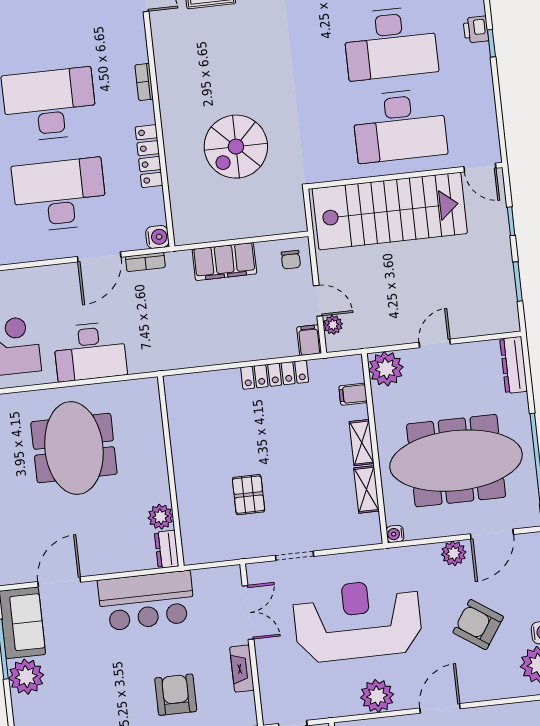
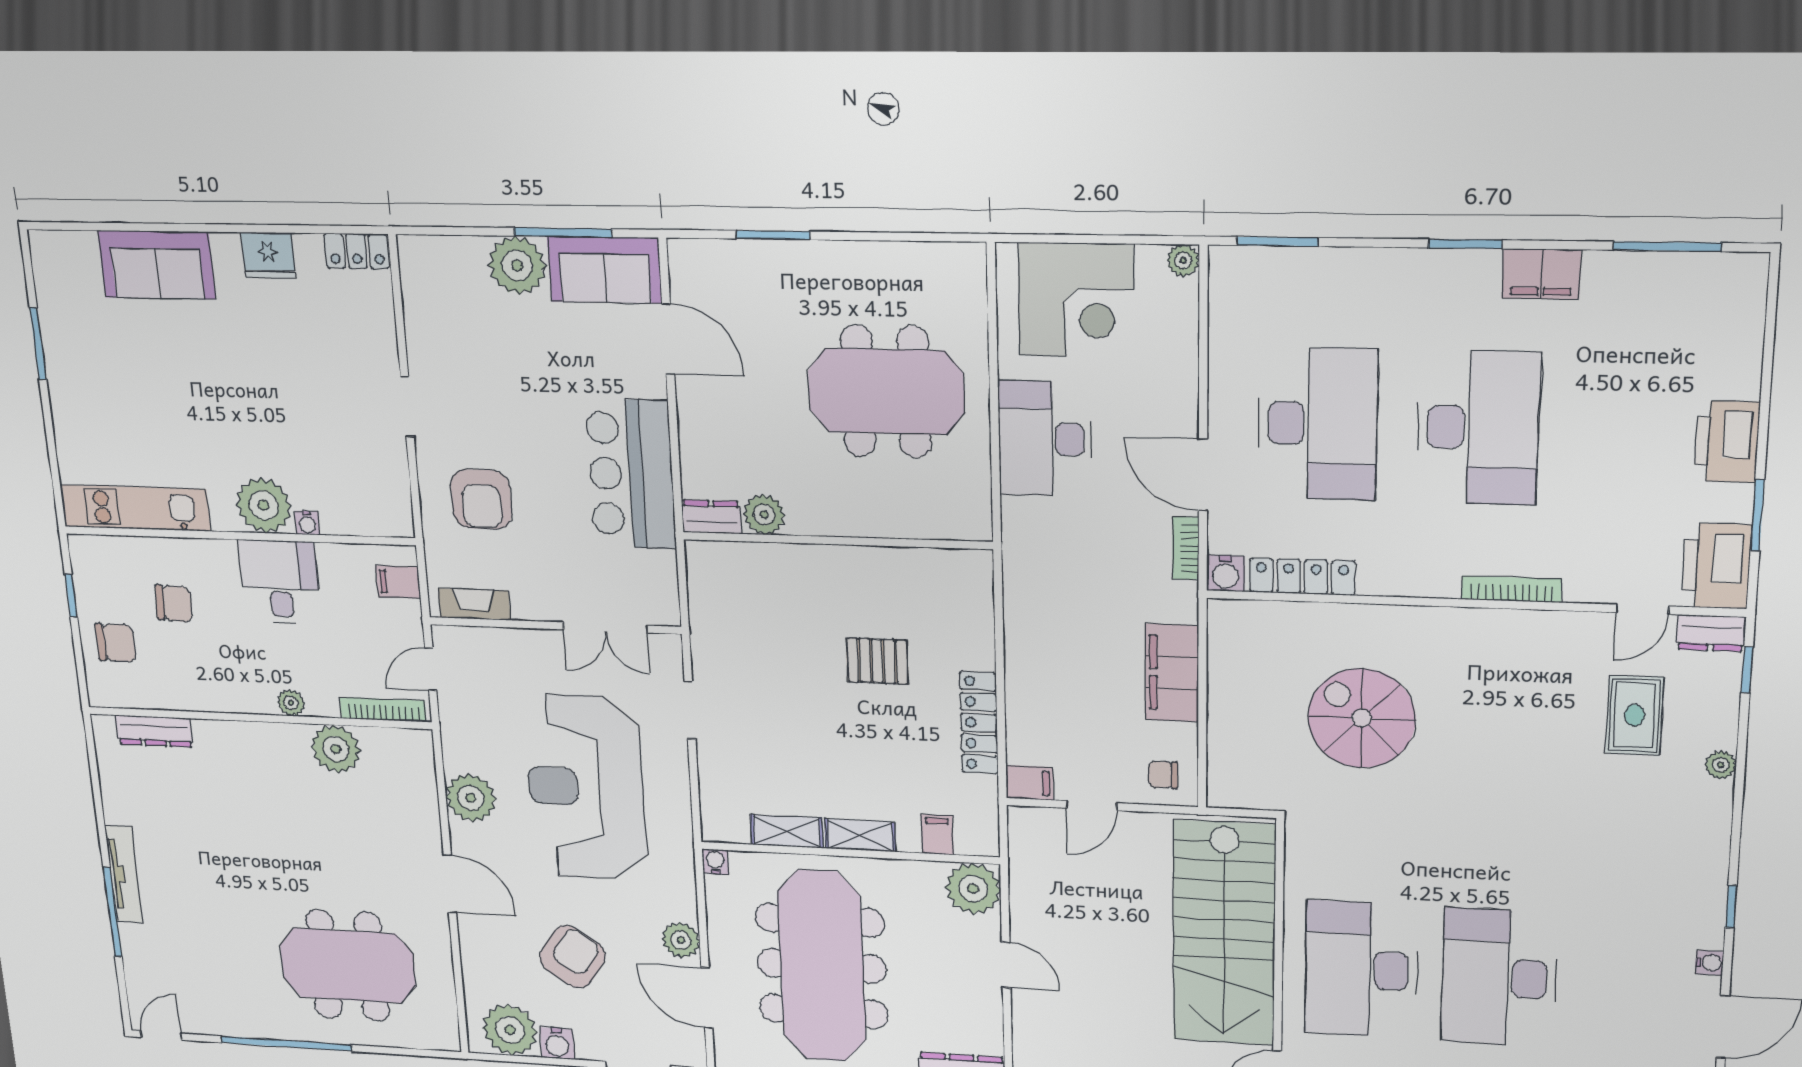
bookcase: (144, 82) -> (1512, 589), width x1.56
locker: (149, 156) -> (1302, 577), moved
plant: (333, 325) -> (1051, 822), removed
pallet: (249, 495) -> (877, 661), moved
reception desk: (358, 620) -> (586, 787), turned 180
fireplace: (242, 669) -> (474, 604), moved
armchair: (176, 695) -> (481, 499), turned 90

